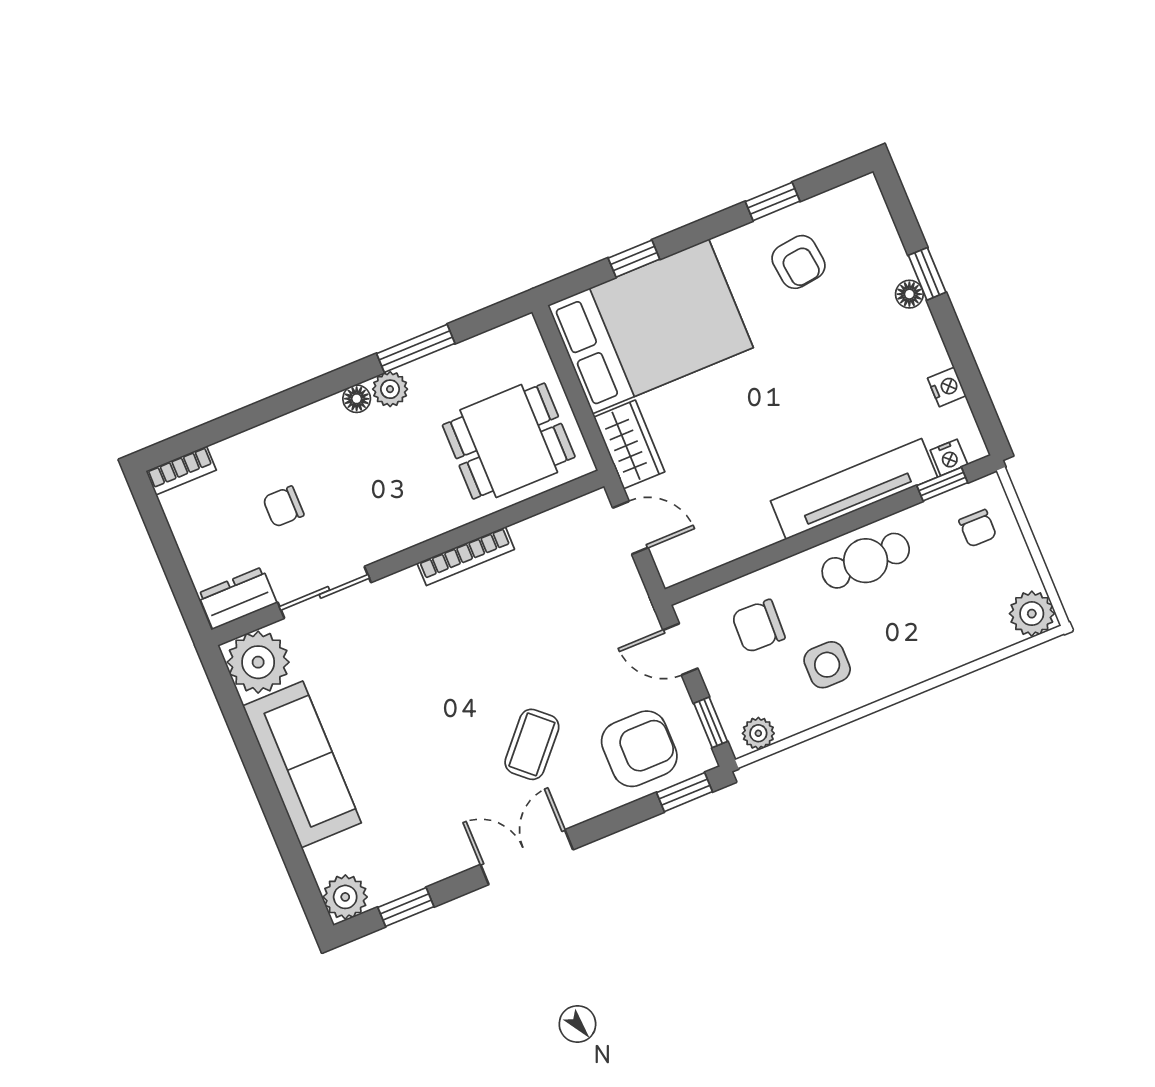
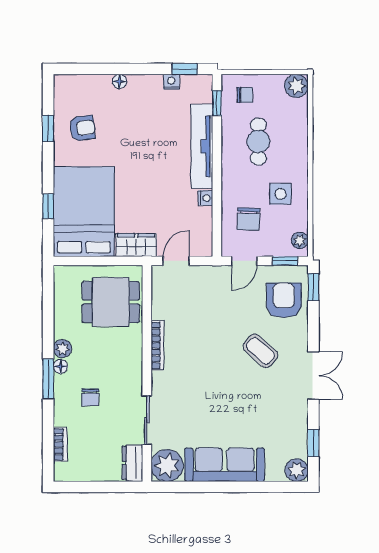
window: (927, 274) -> (185, 69), moved
window: (416, 348) -> (48, 379), moved
dining table: (509, 441) -> (111, 302), turned 90
nightstand: (949, 457) -> (205, 198), moved
bookcase: (181, 471) -> (60, 444), moved
chair: (283, 507) -> (90, 397), moved
cafe table: (866, 561) -> (258, 141), moved
double door: (527, 857) -> (313, 375), swing flipped

